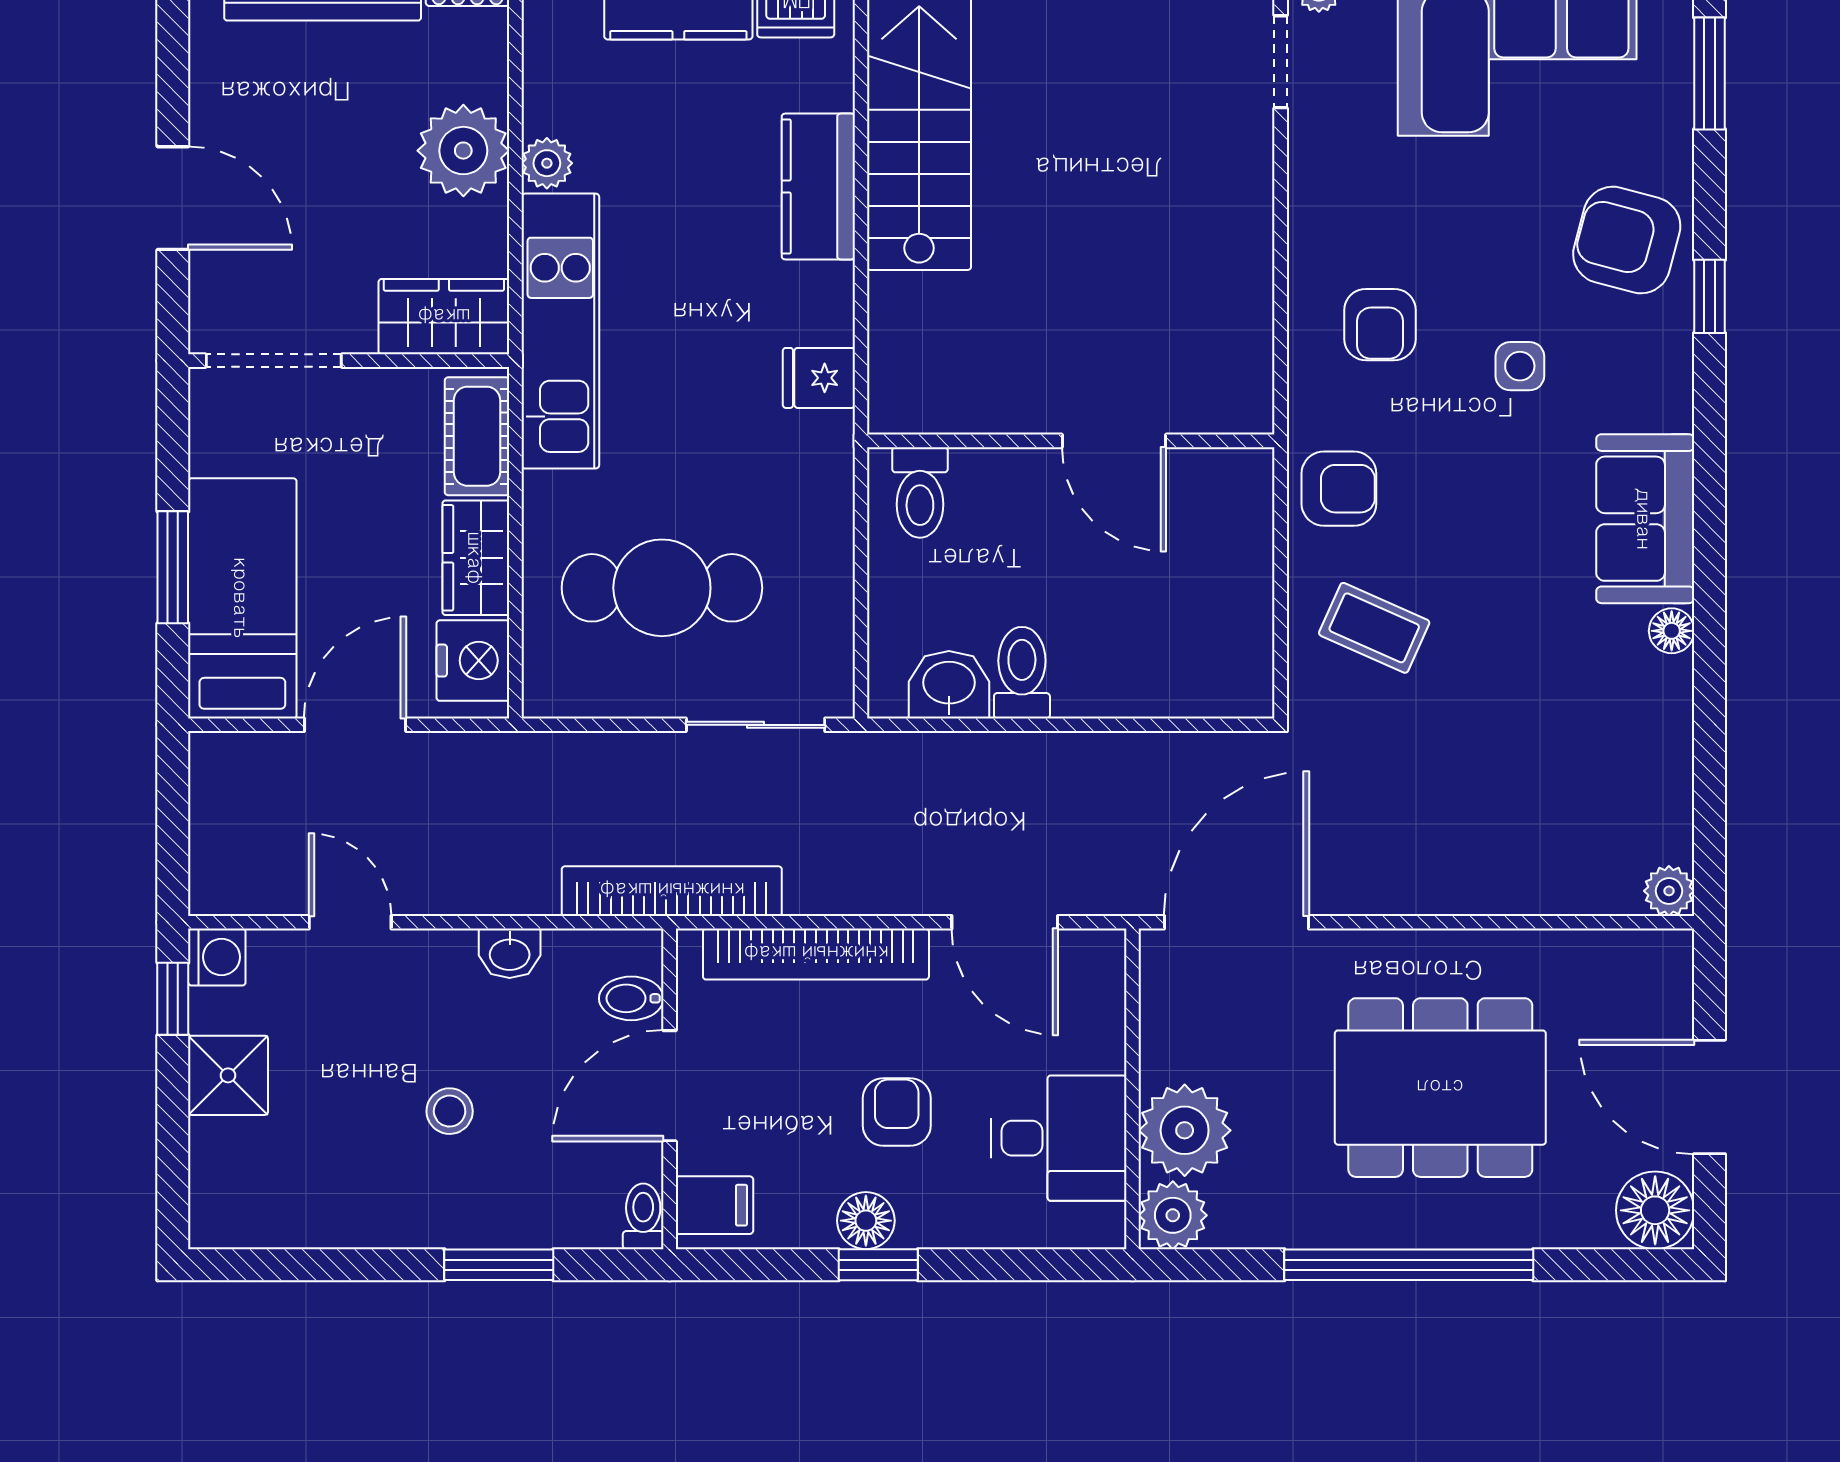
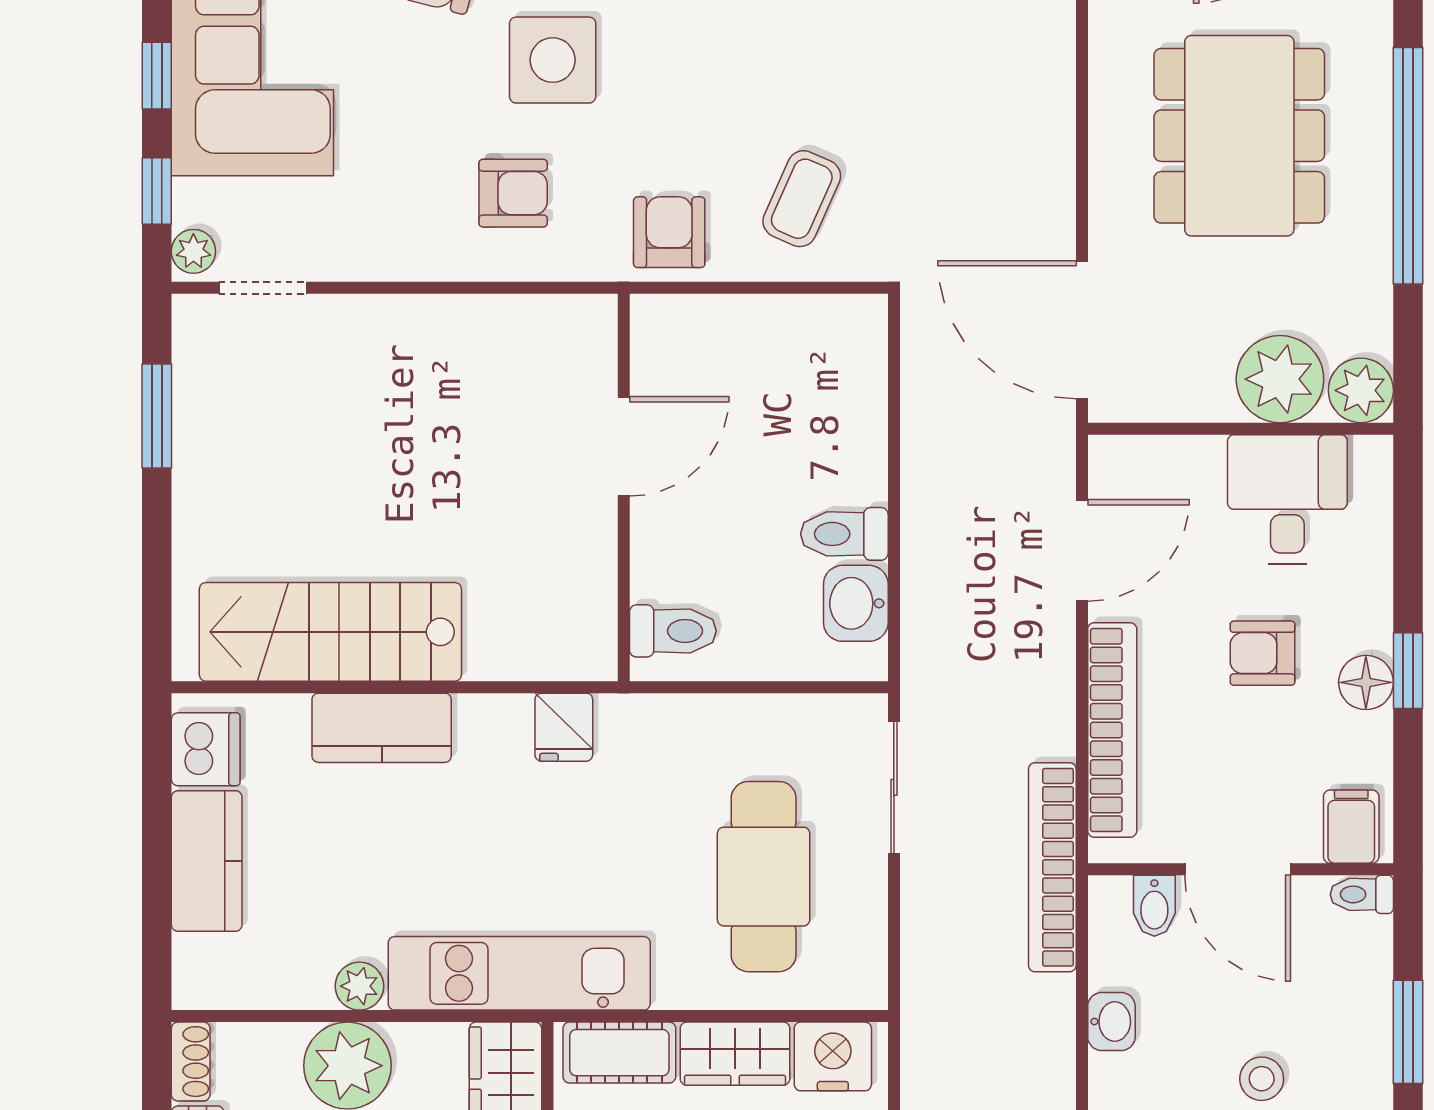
side table: (1520, 366) -> (553, 60), width x1.87, depth x1.87

